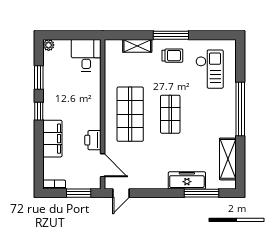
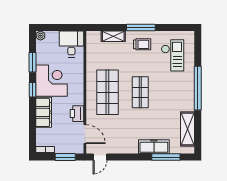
corner desk: (62, 100) -> (51, 81), added

